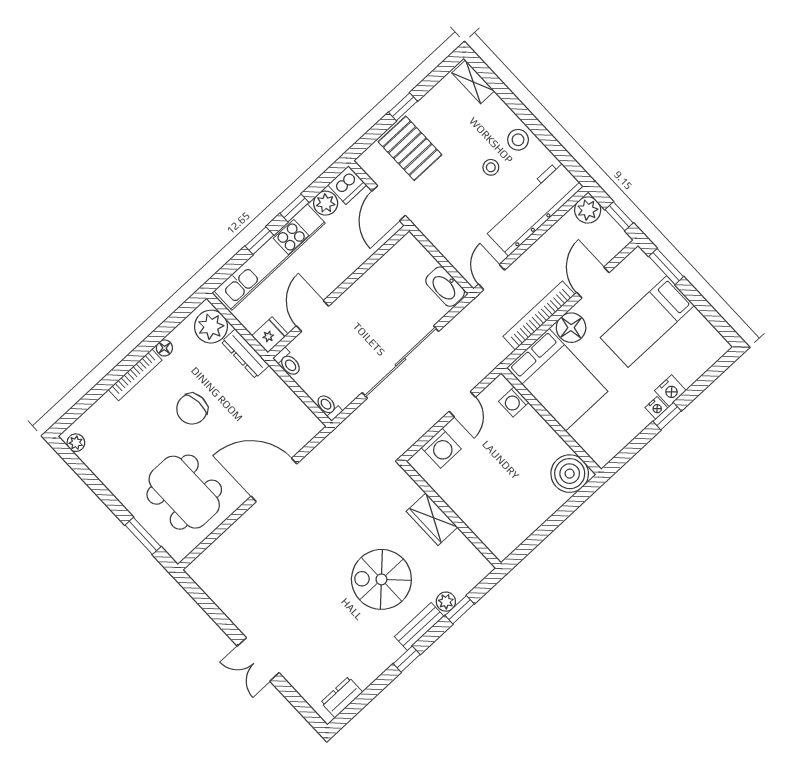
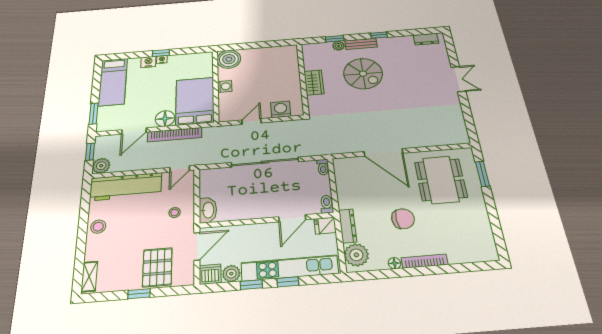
stool: (491, 167) -> (175, 213), moved
washbasin: (445, 287) -> (208, 210), moved
bed: (647, 321) -> (113, 82), moved, turned 90
washing machine: (514, 402) -> (225, 86), moved
plant: (76, 443) -> (491, 249), removed

